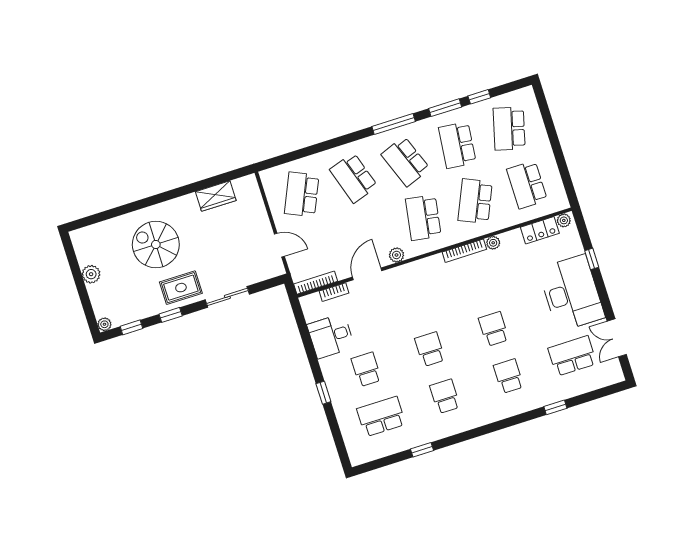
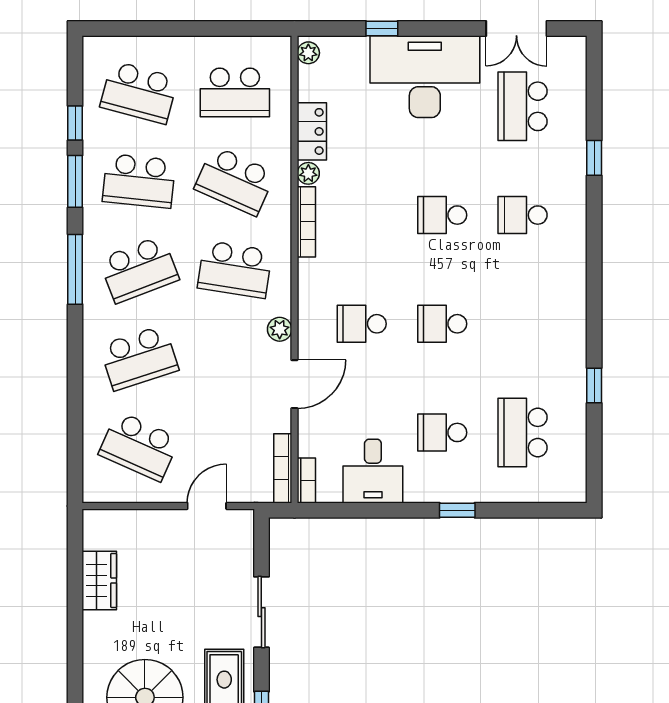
locker: (540, 230) -> (312, 131), moved
door: (367, 274) -> (294, 384), swing flipped
bookcase: (334, 292) -> (306, 480), moved
school desk: (445, 396) -> (362, 324), moved

